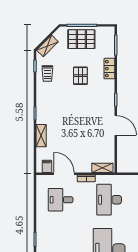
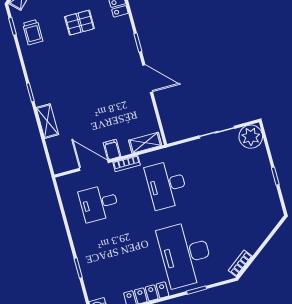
pallet: (80, 76) -> (79, 23), turned 90
filing cabinet: (47, 166) -> (112, 150), moved

